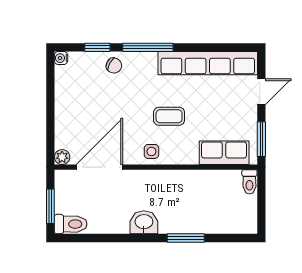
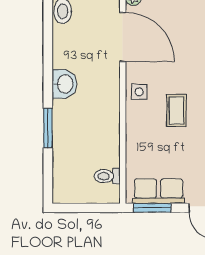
row of seats: (224, 153) -> (158, 191), moved, turned -90
toilet: (249, 182) -> (107, 176), moved

